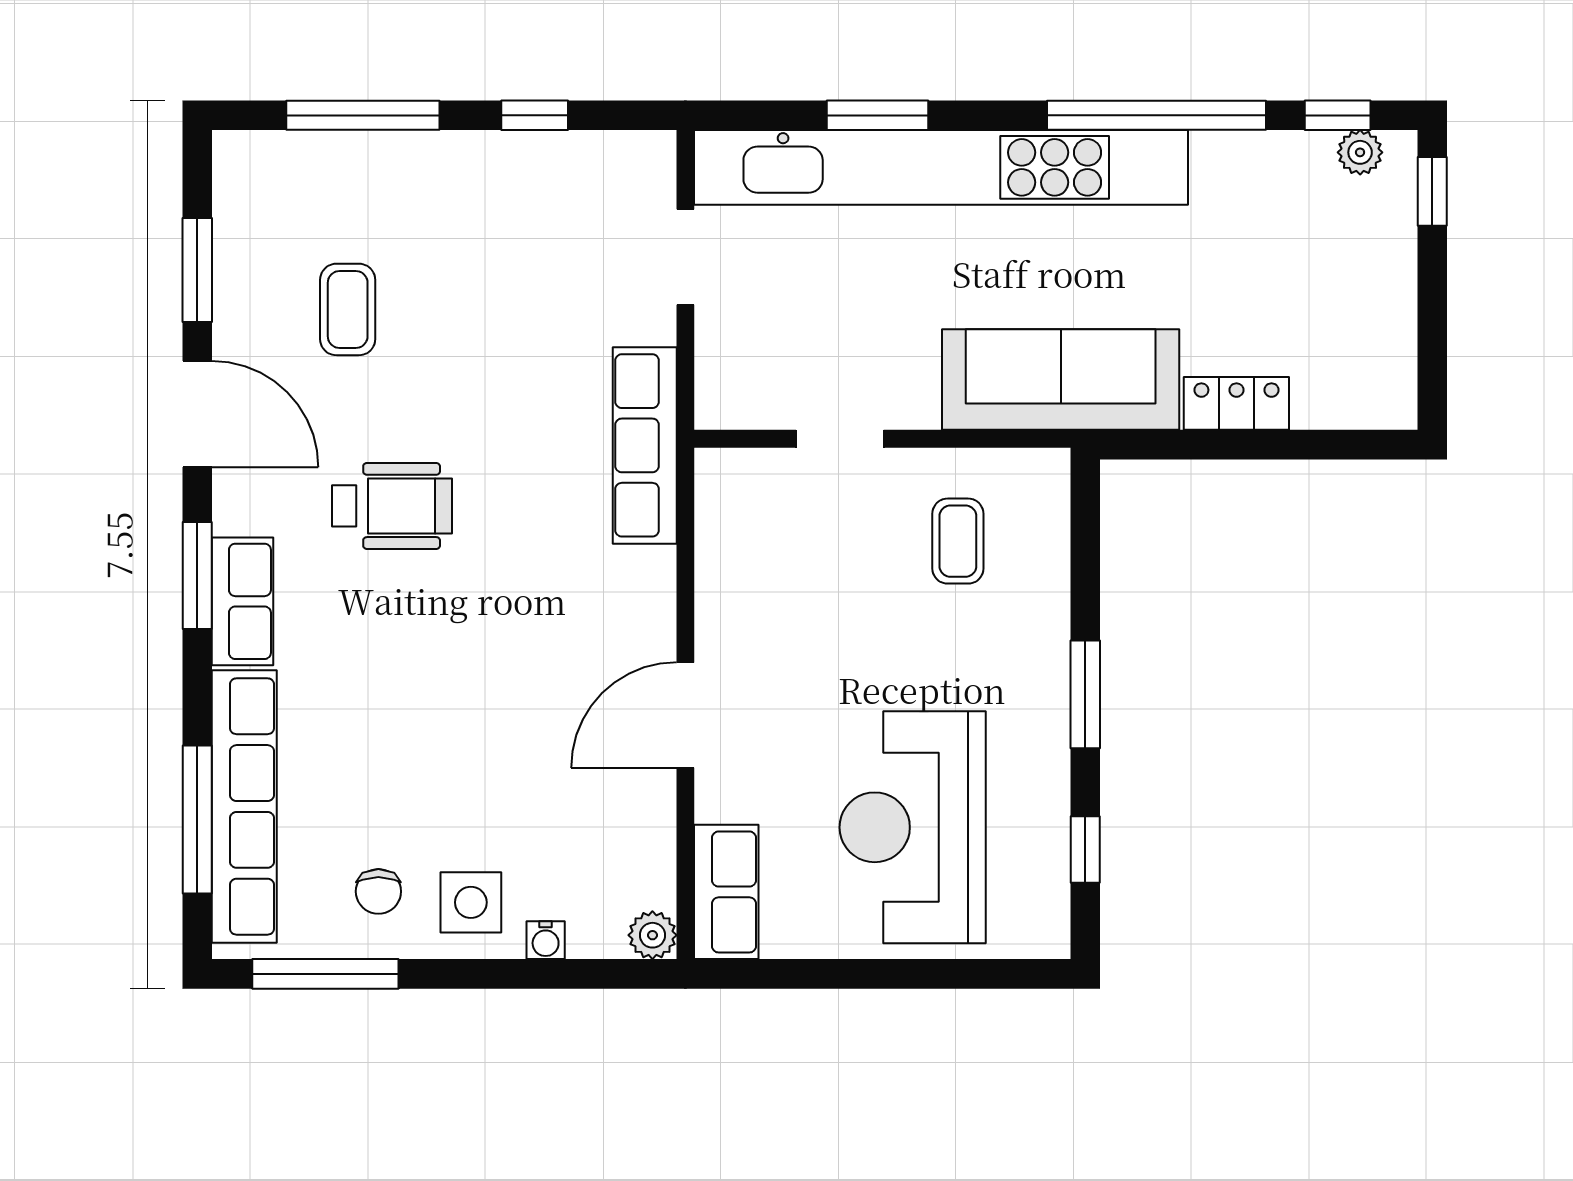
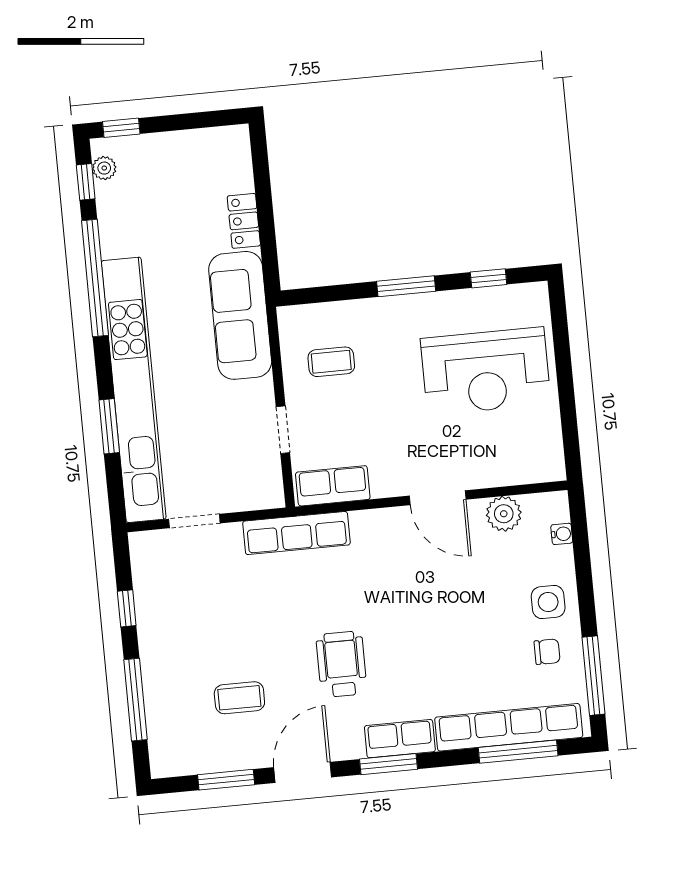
row of seats: (726, 892) -> (333, 486), moved
plant: (652, 935) -> (504, 514), moved, width x1.38, depth x1.38
water cooler: (546, 940) -> (562, 534), moved

